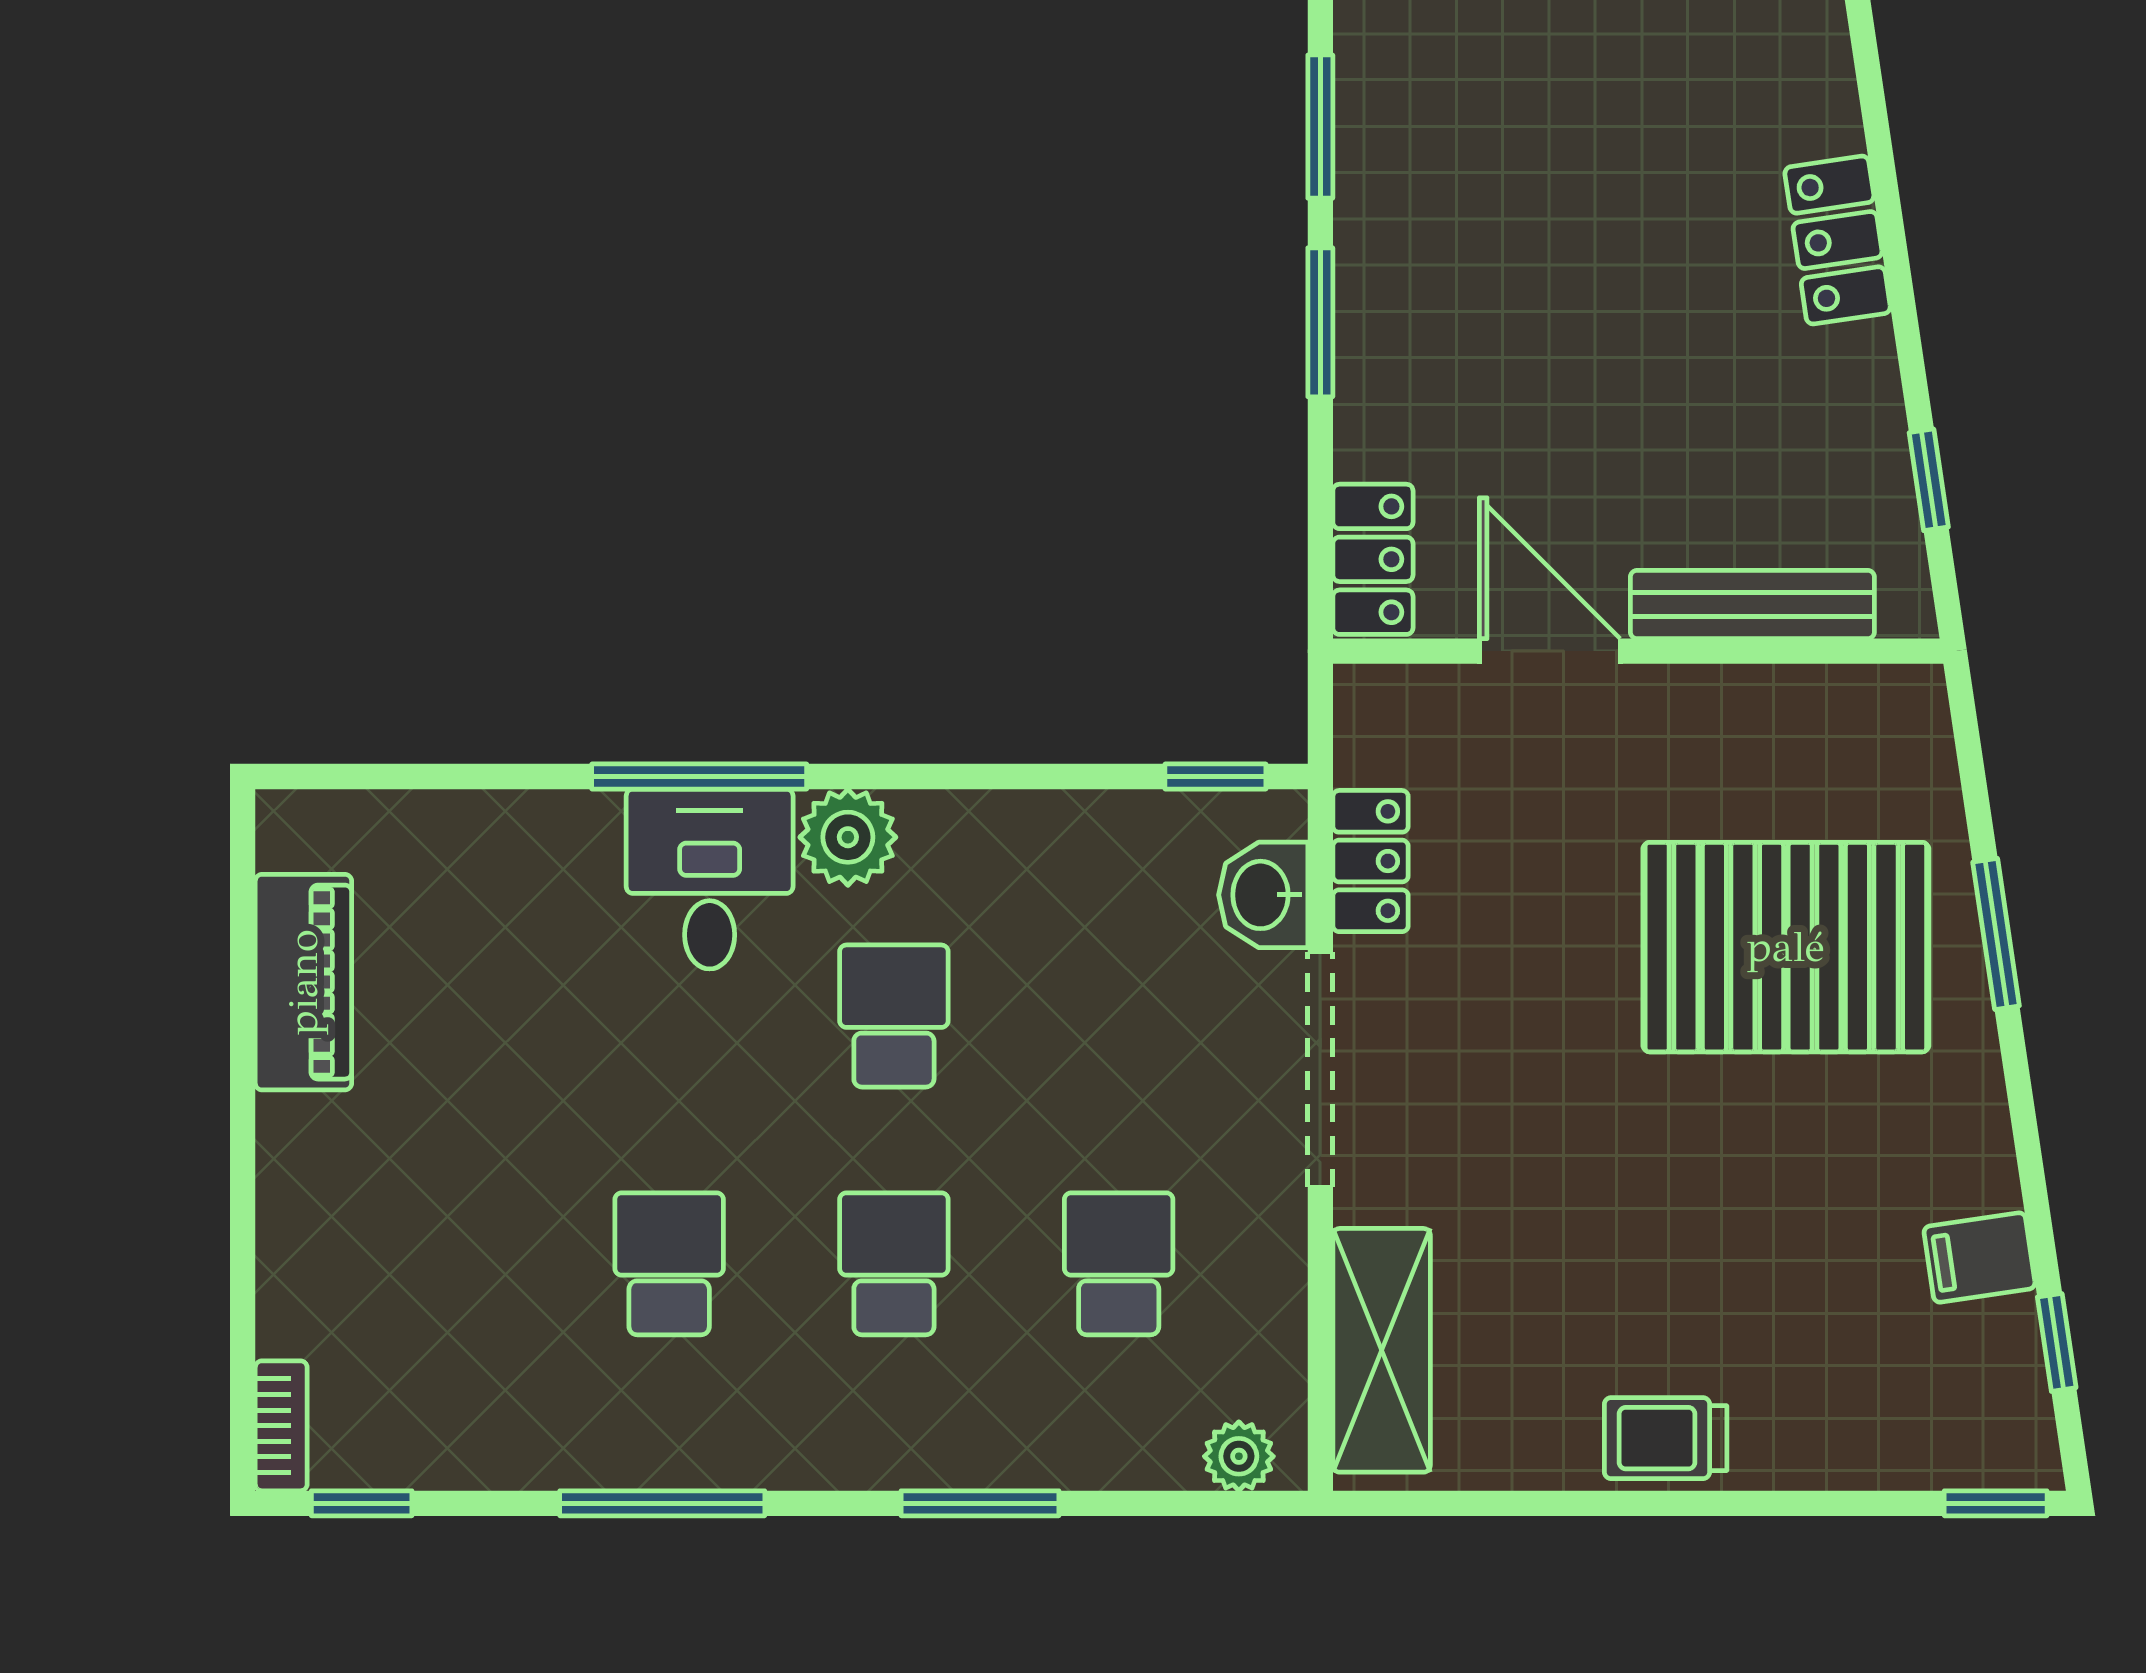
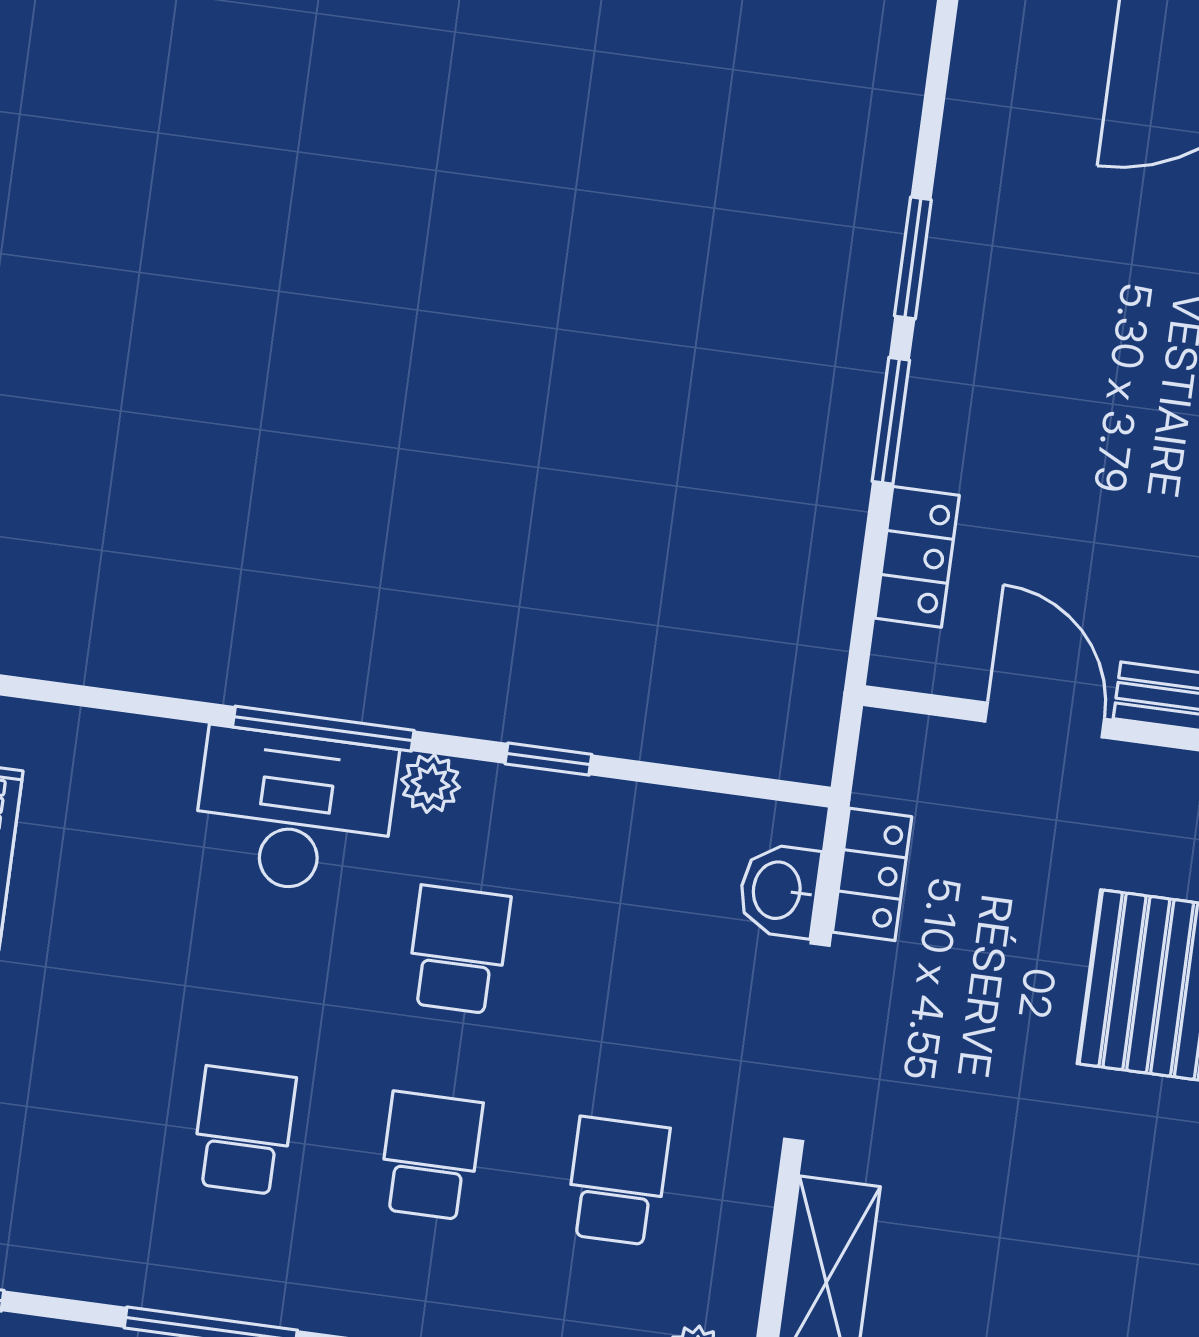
locker: (1373, 559) -> (917, 557), moved
window: (1215, 777) -> (548, 759), moved
plant: (848, 837) -> (431, 783), width x0.73, depth x0.73
desk: (710, 879) -> (294, 812), width x1.37

